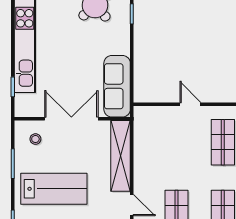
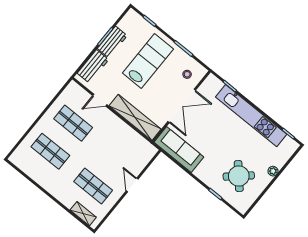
door: (190, 104) -> (132, 185), swing flipped
lab bench: (54, 189) -> (148, 61), turned 180

